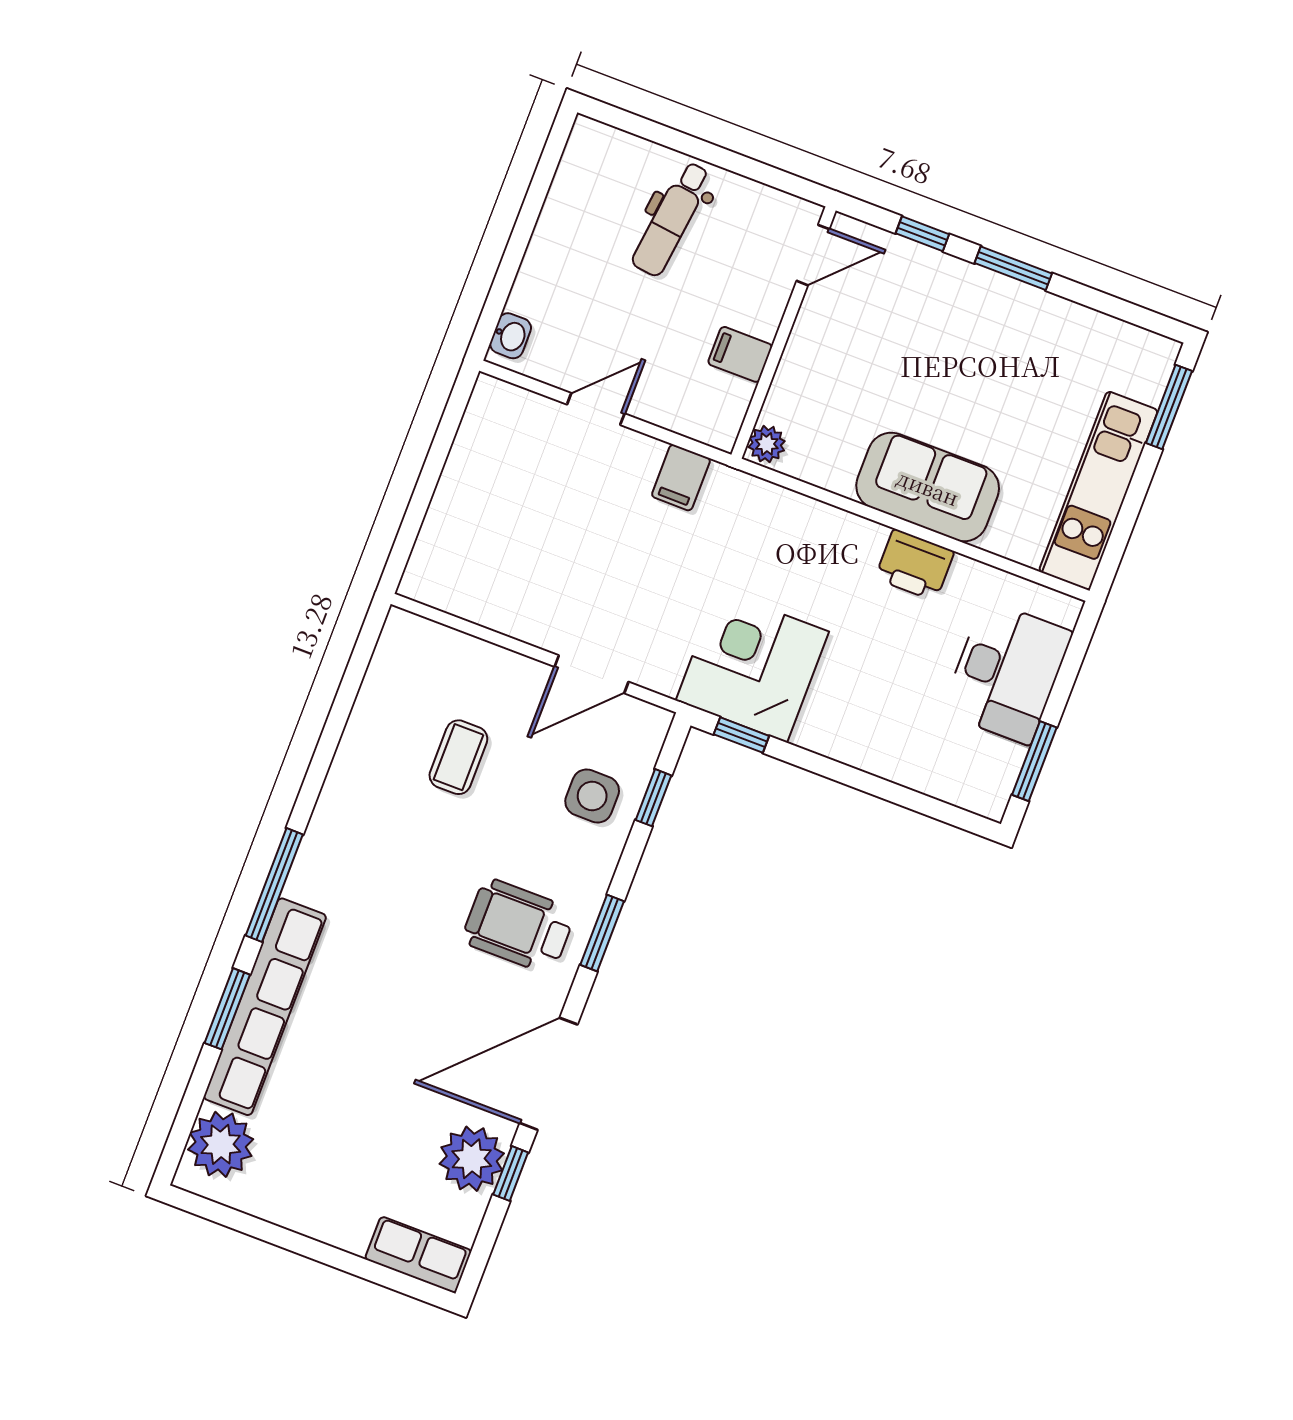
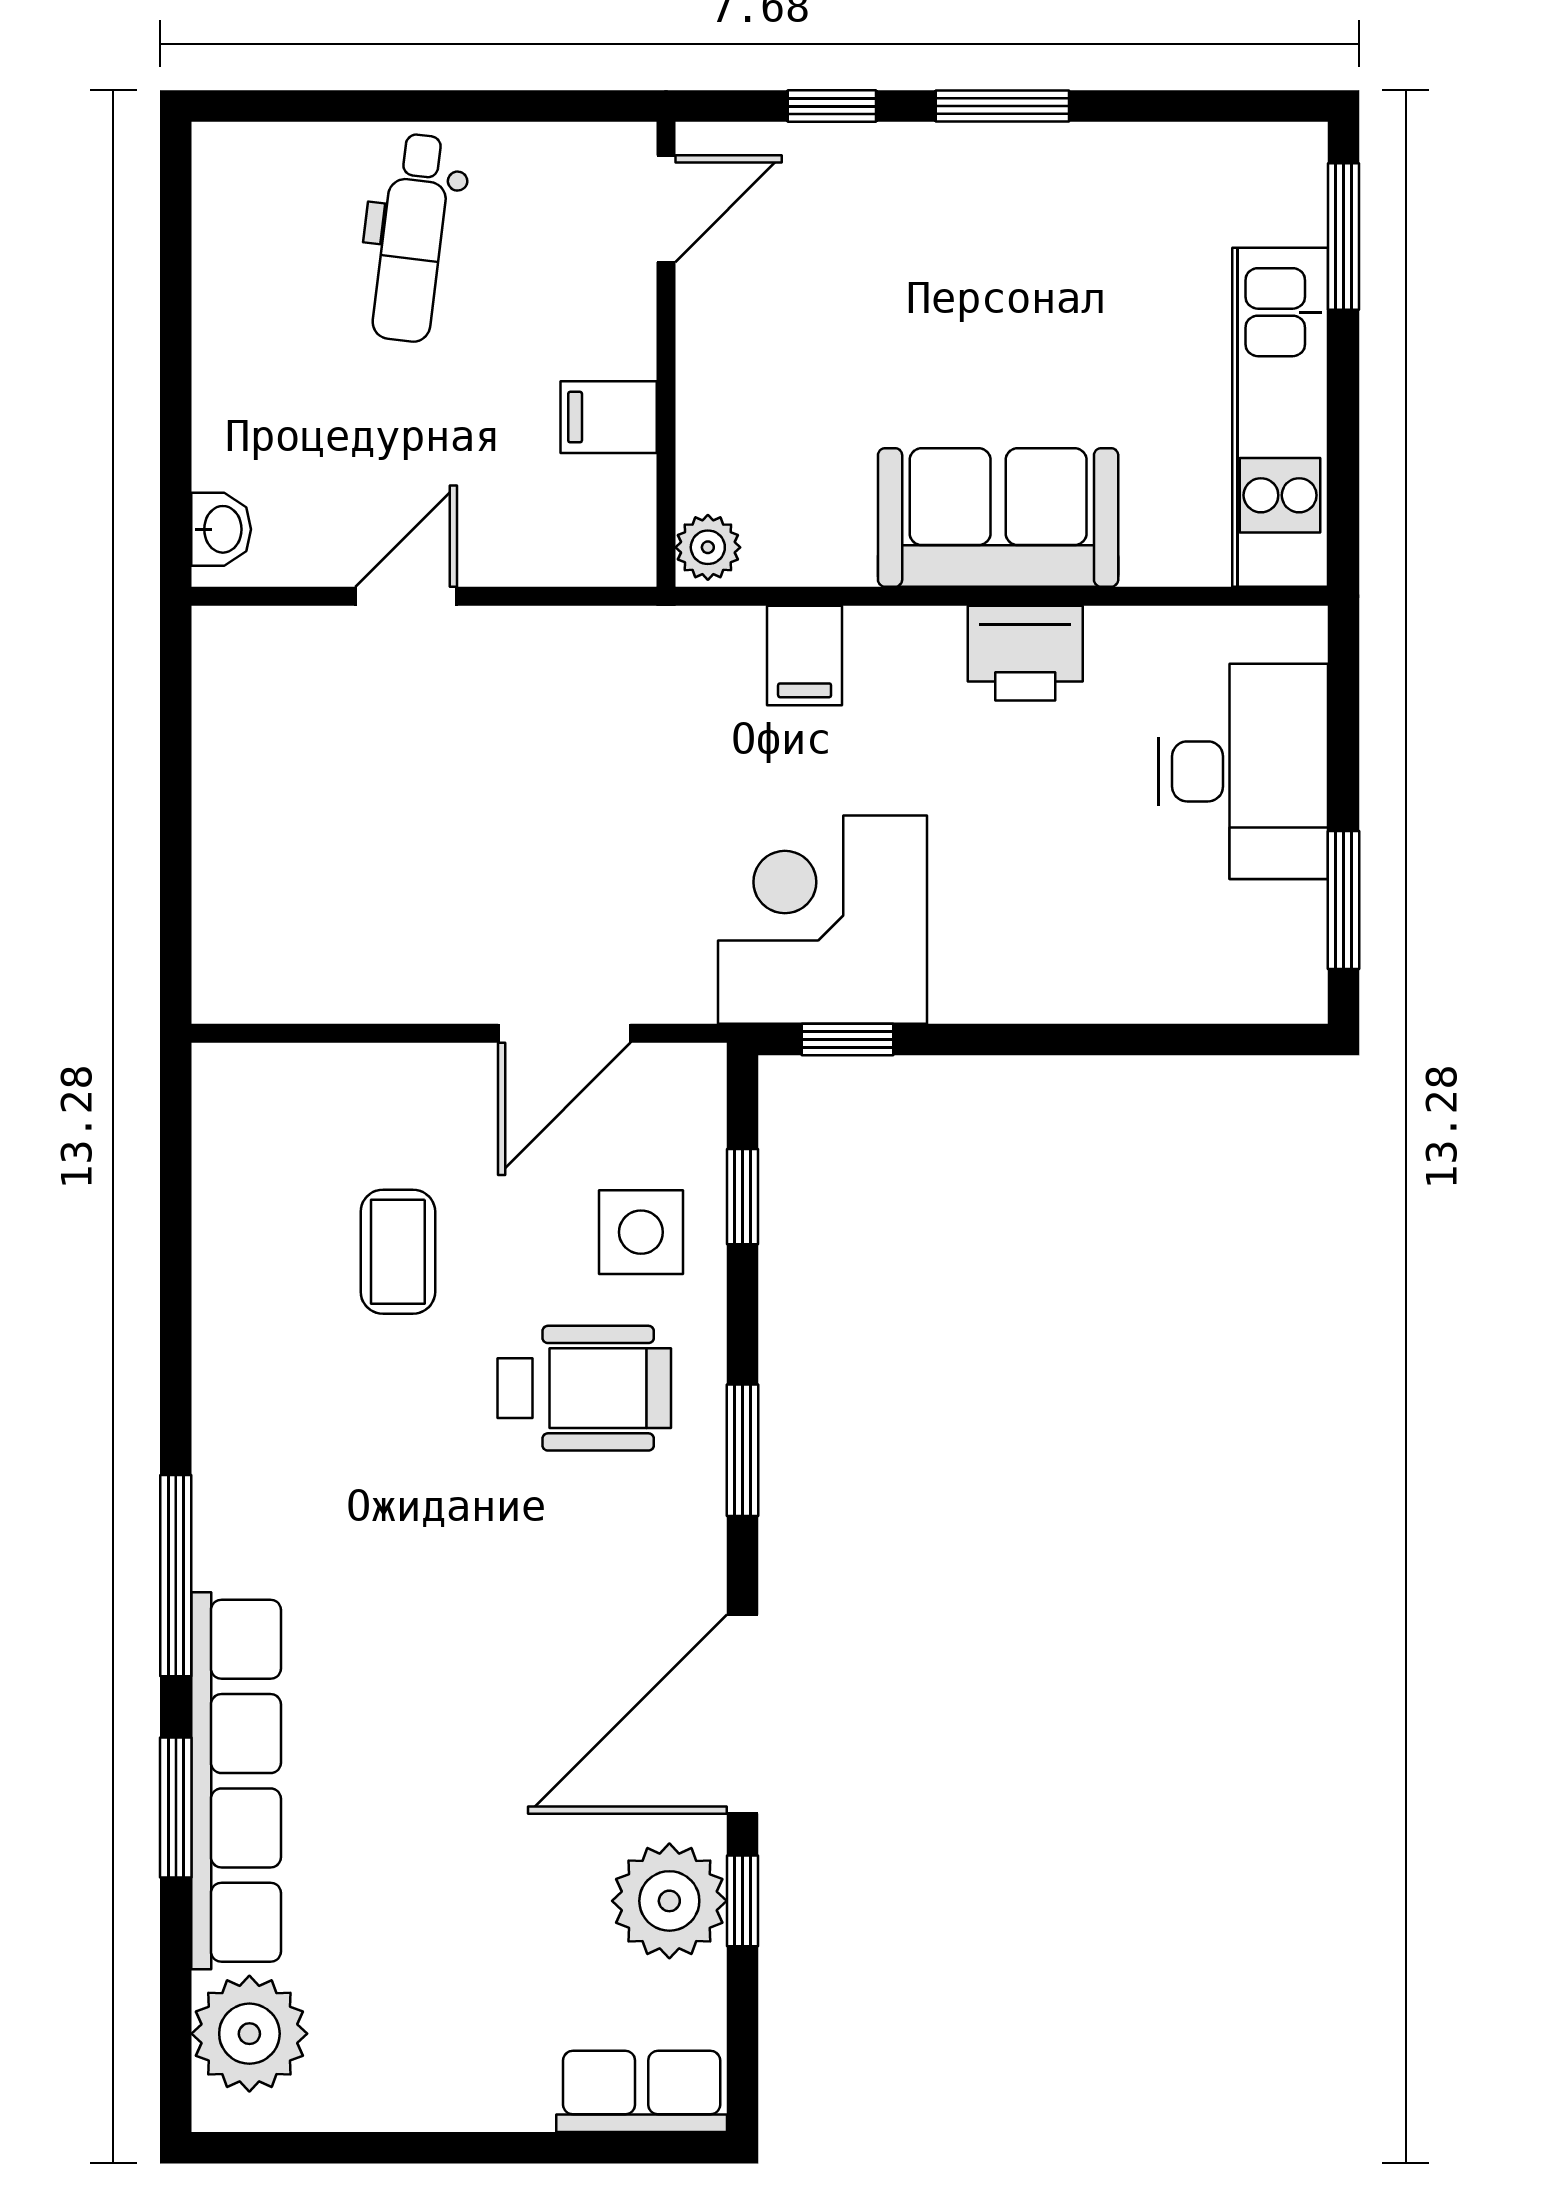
filing cabinet: (681, 478) -> (805, 655), moved
wheelchair: (519, 926) -> (584, 1388), moved, turned 180

